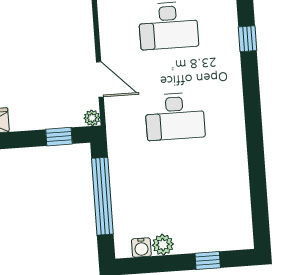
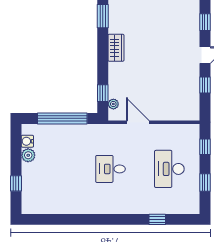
door: (100, 79) -> (138, 122), swing flipped
desk: (175, 116) -> (110, 169), width x0.73
plant: (92, 118) -> (113, 104), moved

